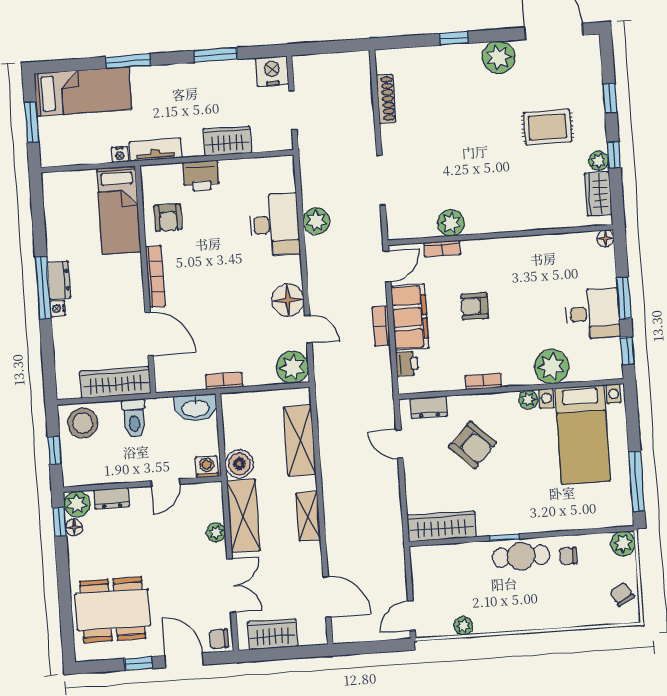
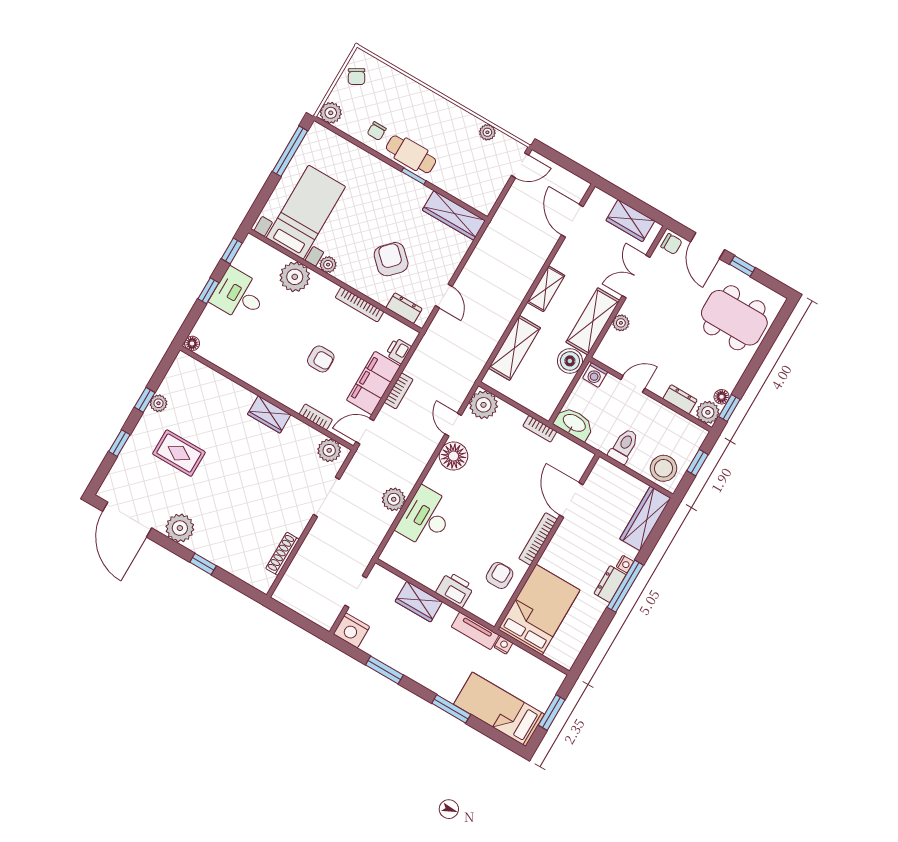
wardrobe: (598, 194) -> (269, 414), moved, turned 90
bed: (119, 210) -> (539, 610), width x1.50
plant: (451, 223) -> (329, 450), moved
window: (624, 298) -> (208, 291), width x0.67
bookcase: (483, 381) -> (359, 304), width x1.56
wardrobe: (115, 382) -> (645, 519), moved, turned 90
chair: (568, 556) -> (377, 131), turned 90

